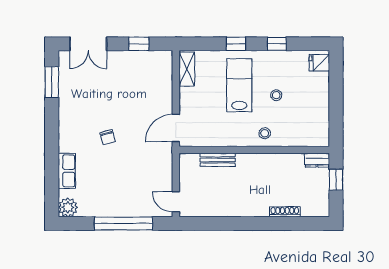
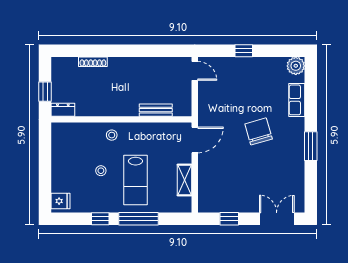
window: (236, 44) -> (139, 219), width x2.17
shelving: (187, 69) -> (185, 180), moved
window: (52, 82) -> (311, 146), moved
chair: (108, 137) -> (259, 131), width x1.87, depth x1.87
window: (123, 223) -> (244, 51), width x0.32

